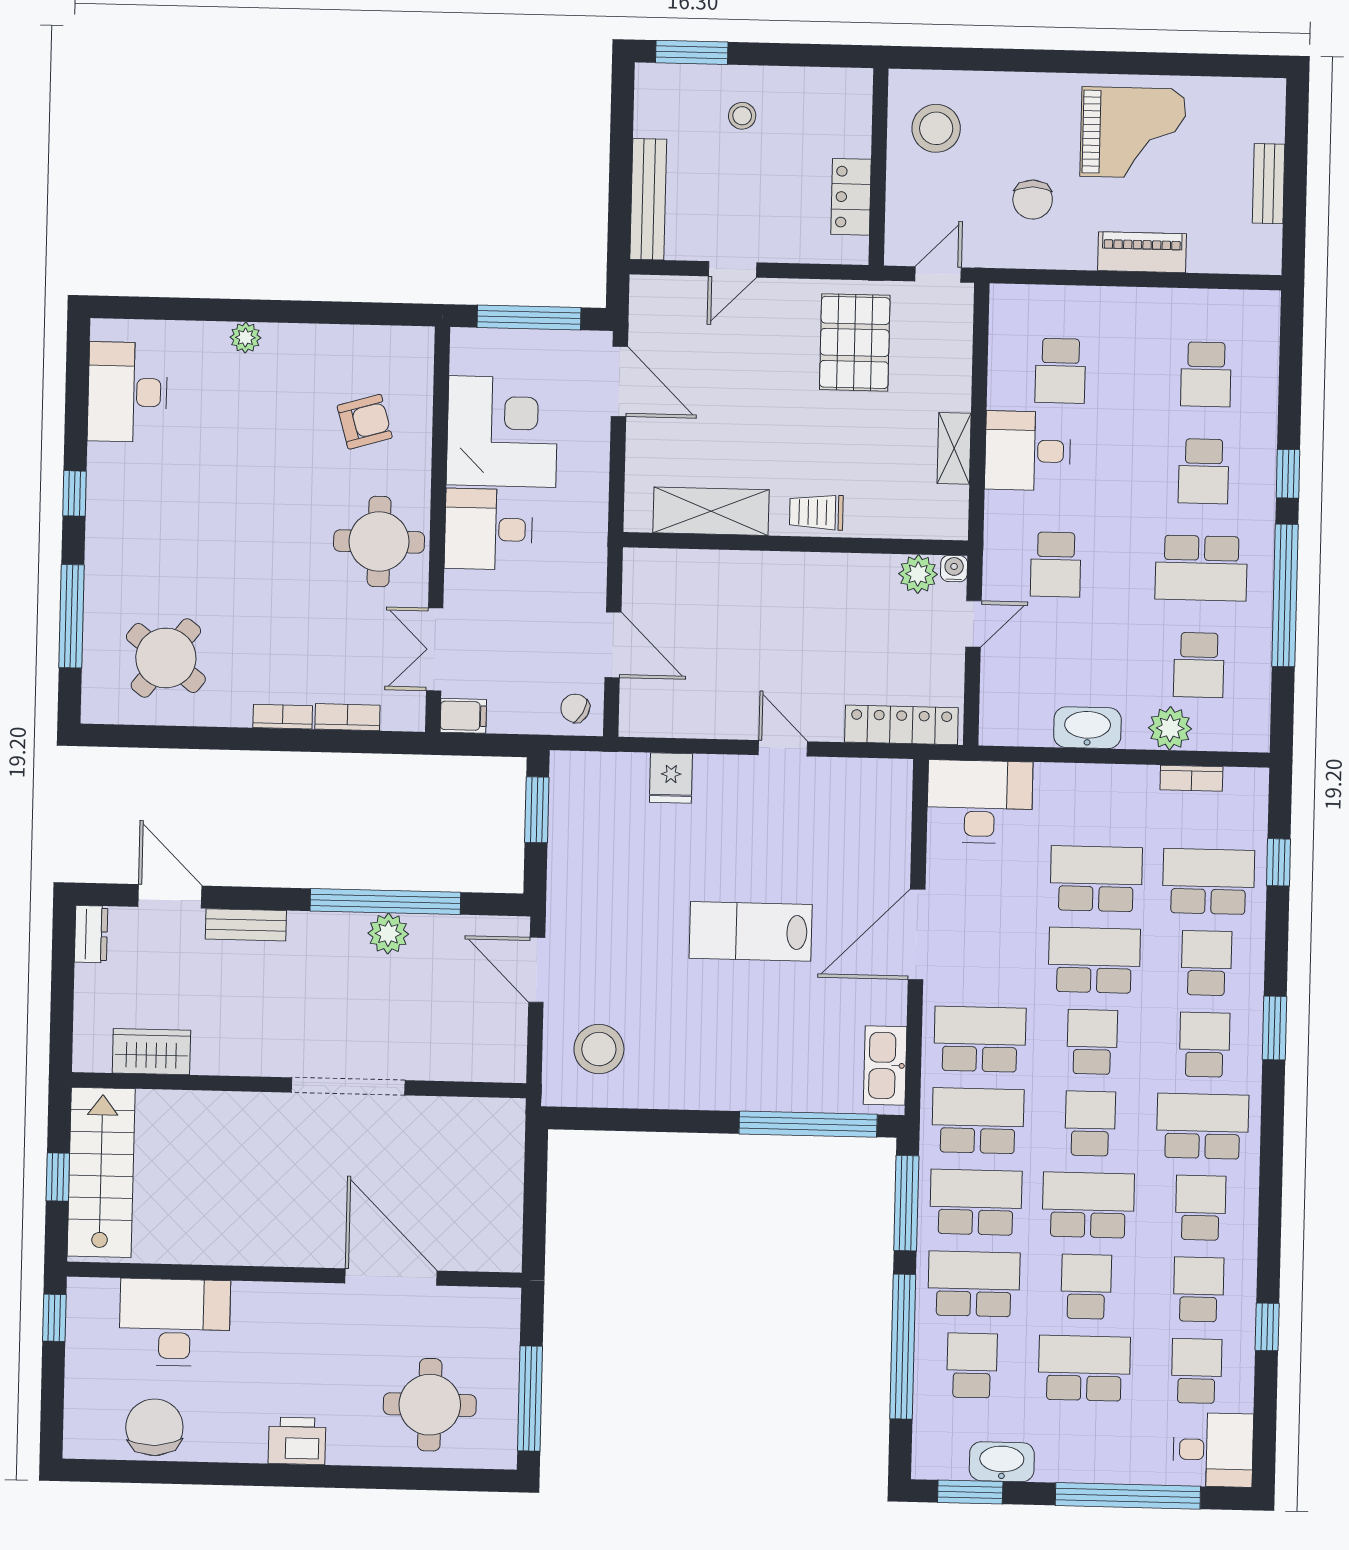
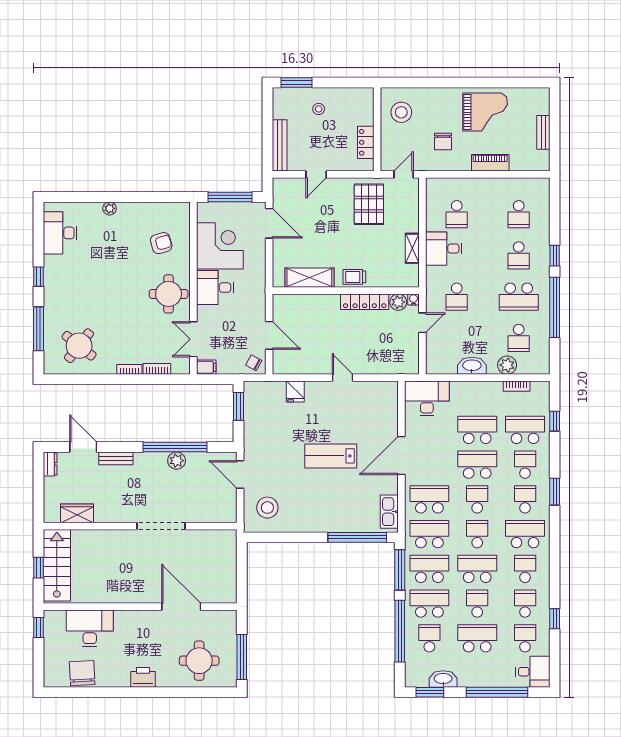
locker: (901, 725) -> (365, 302), moved, turned 180

